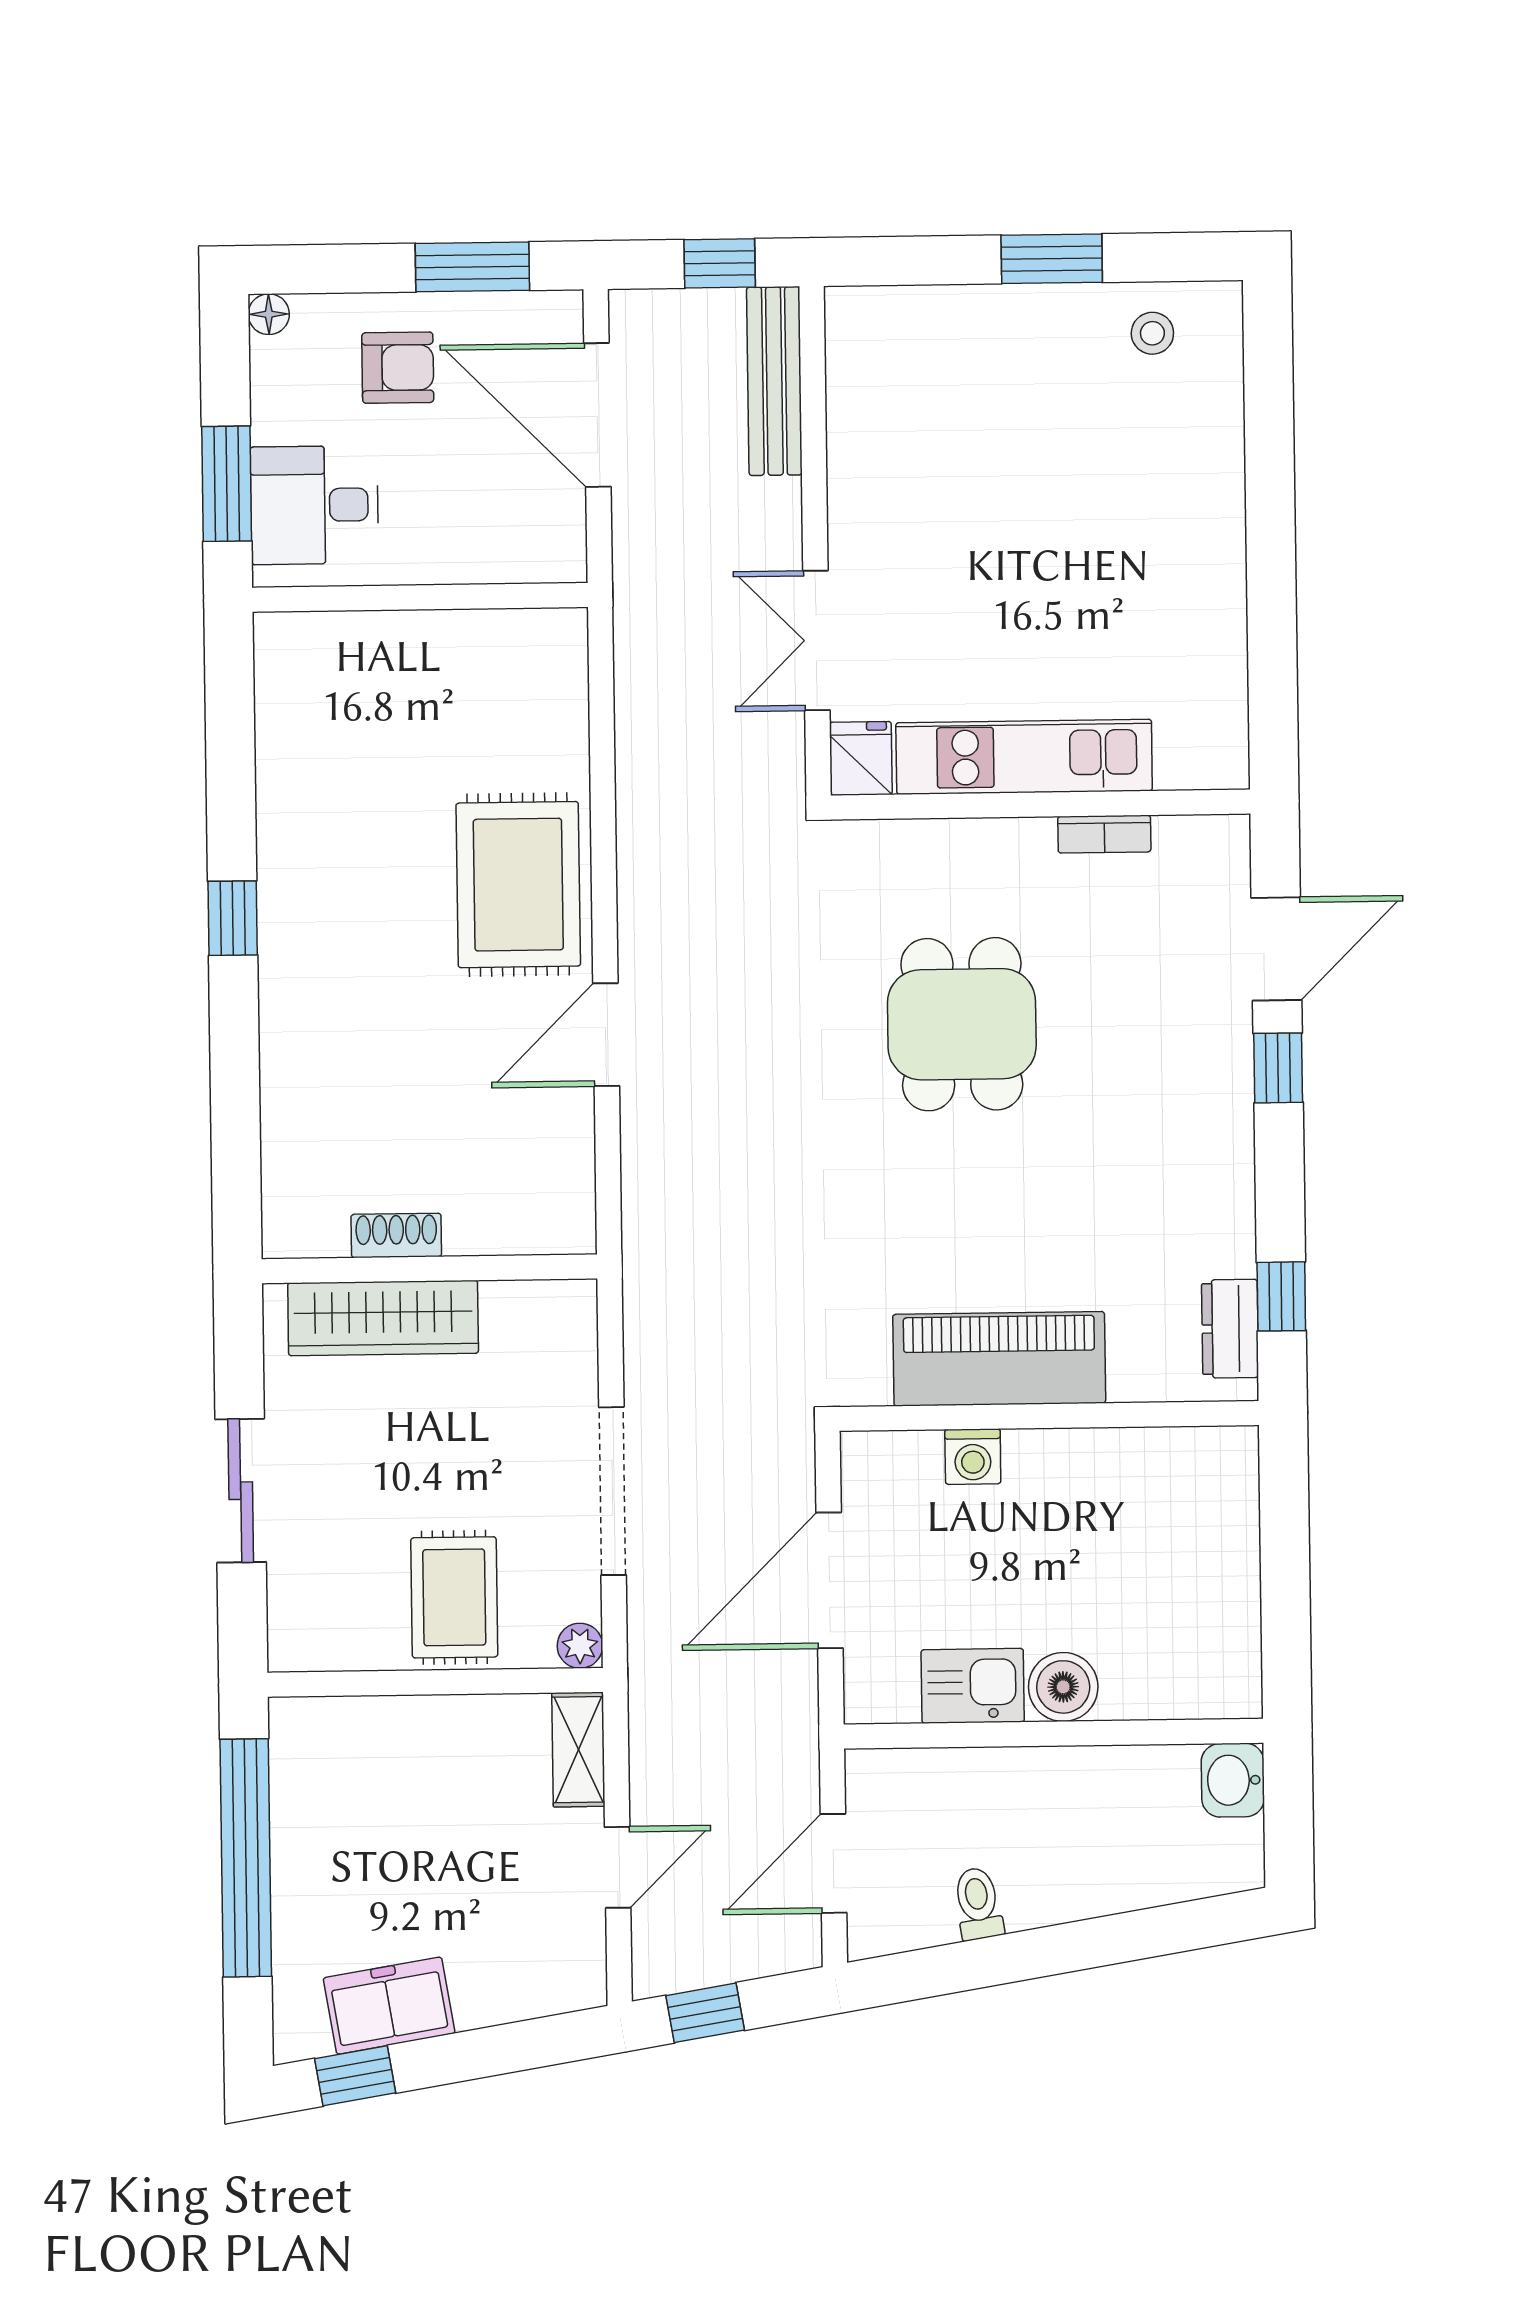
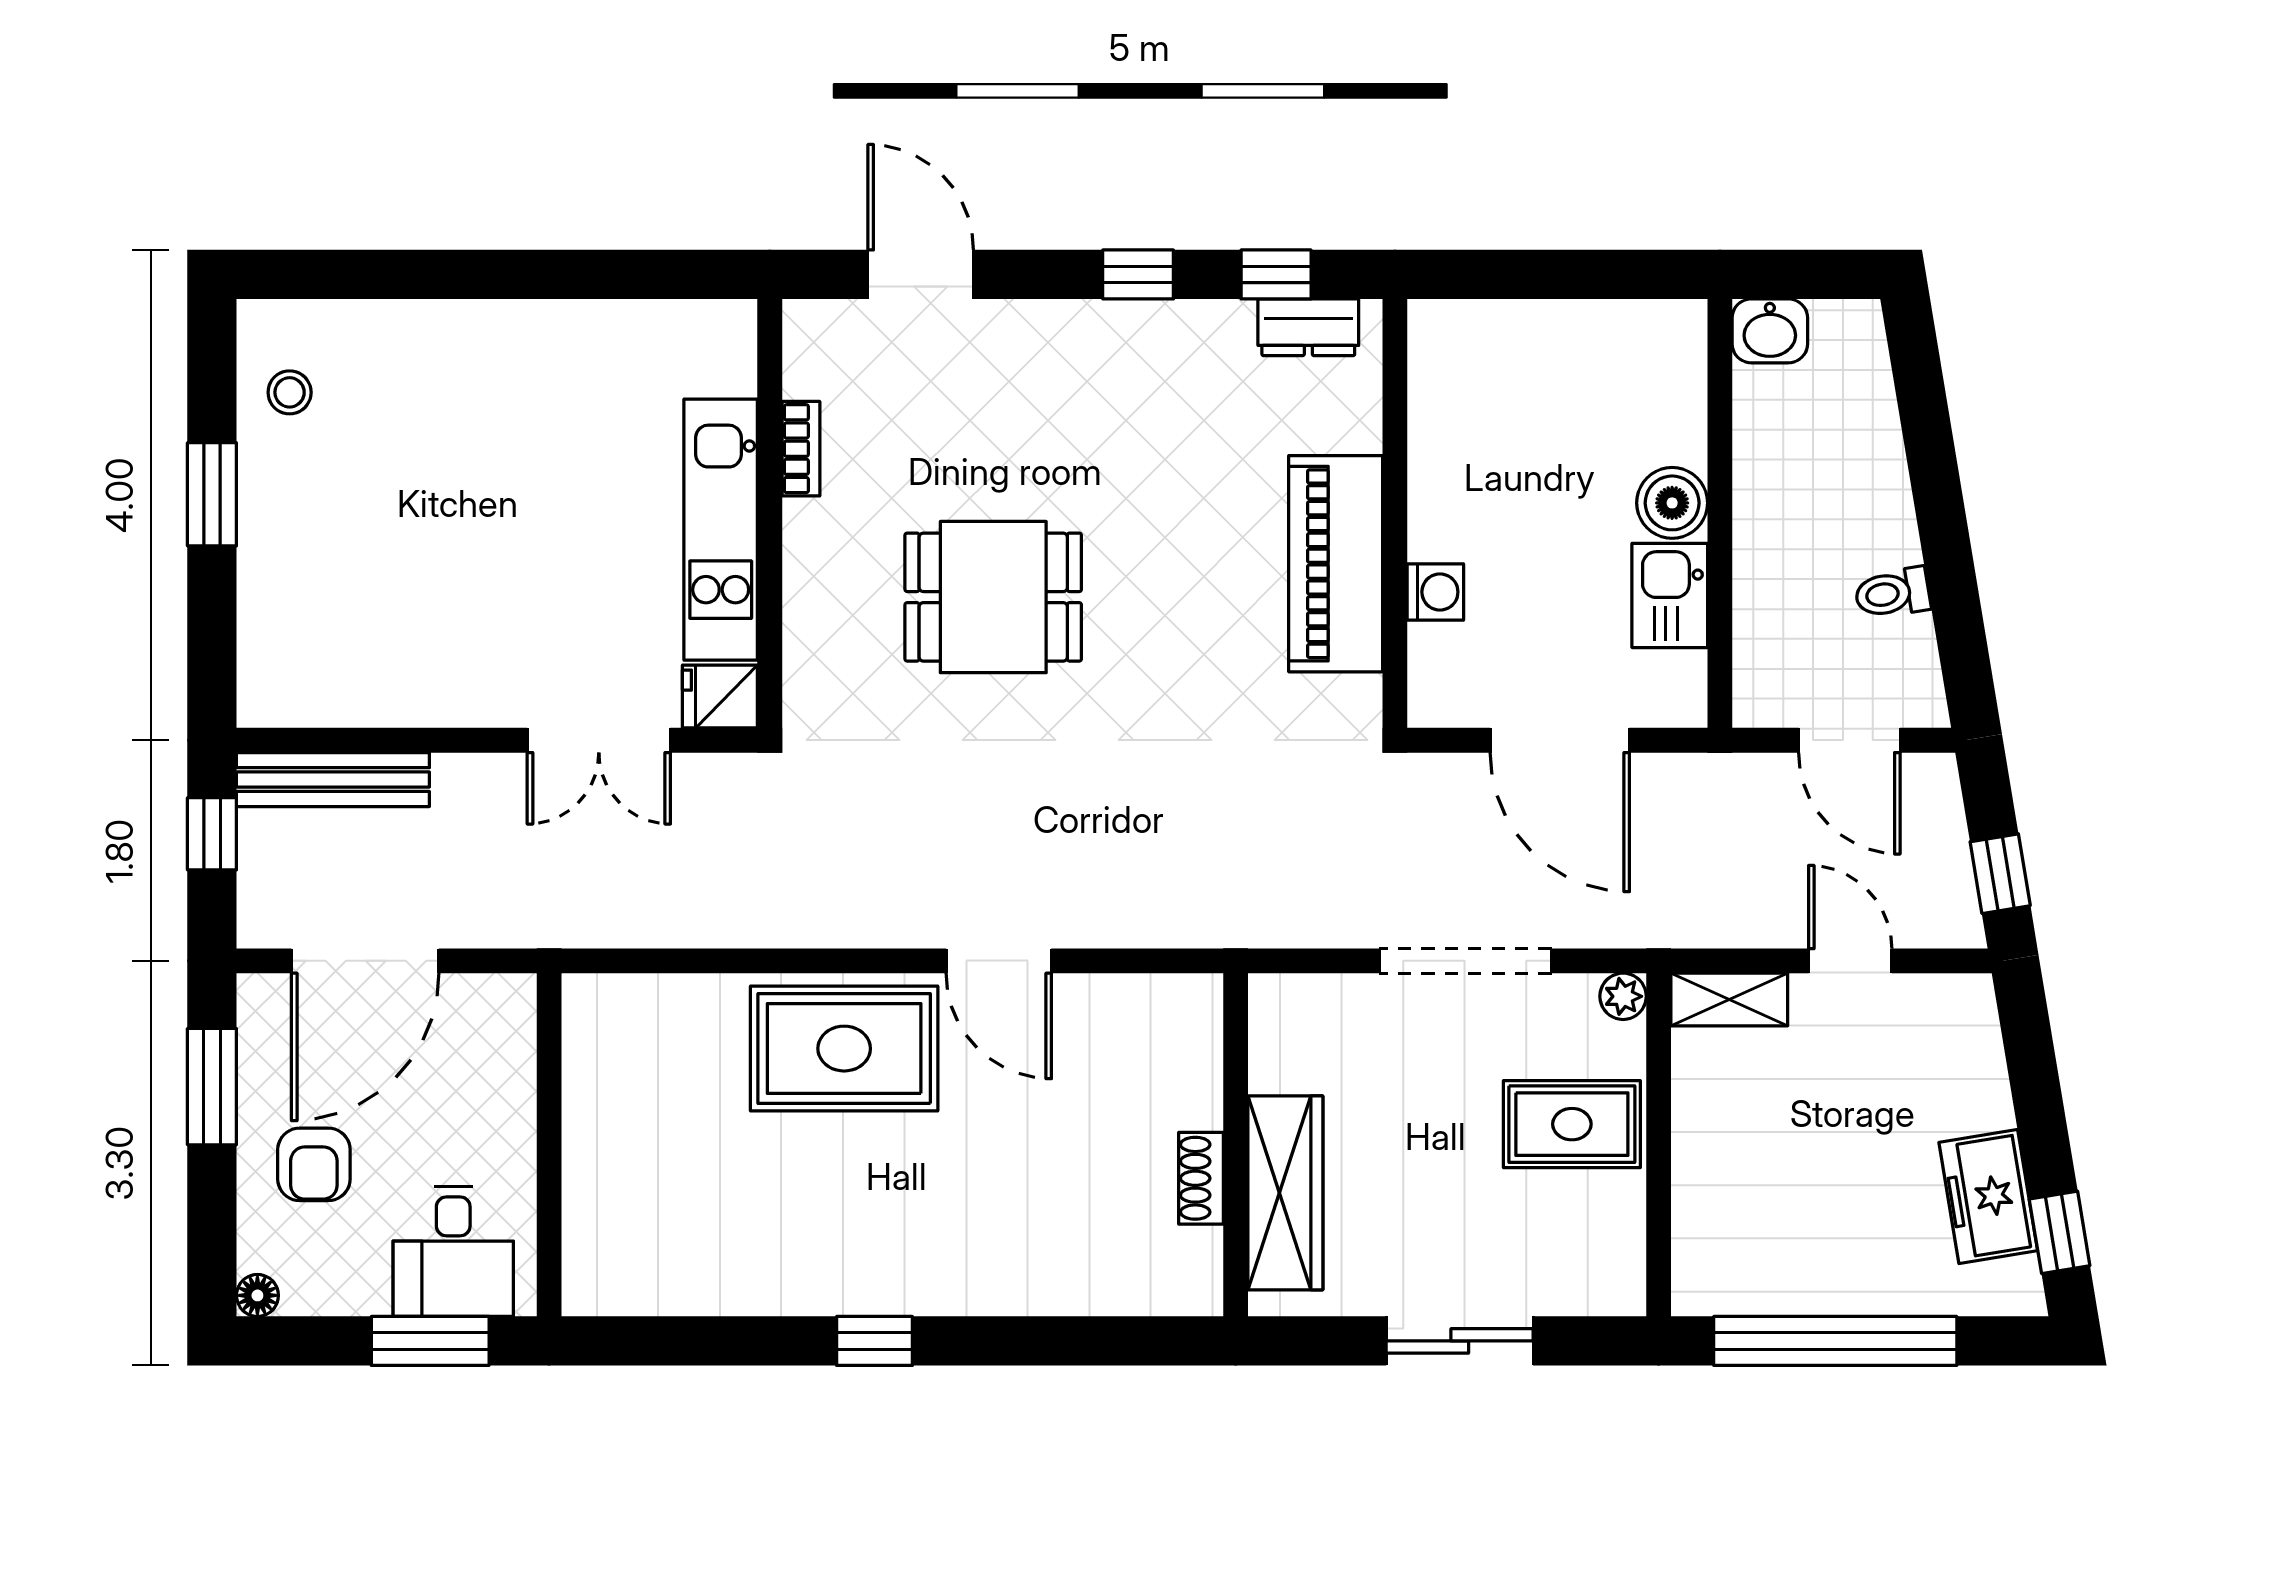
armchair: (398, 368) -> (314, 1164), turned 180
window: (1278, 1068) -> (1138, 274), moved

